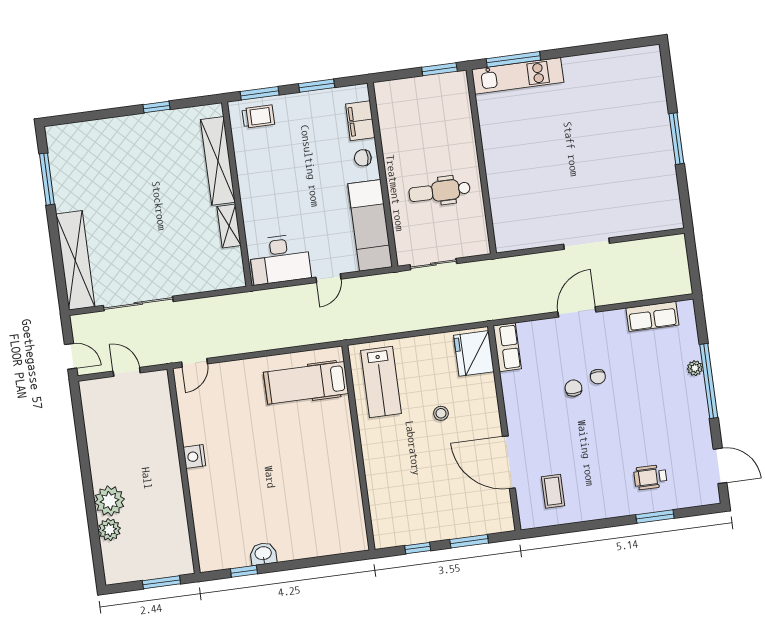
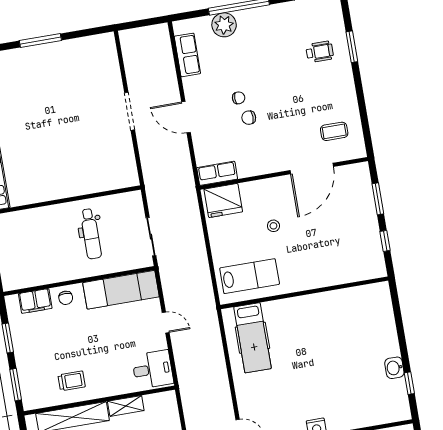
trolley: (258, 117) -> (72, 381), moved, turned 90
desk: (280, 259) -> (153, 369), width x0.73
plant: (695, 368) -> (224, 25), width x1.88, depth x1.88
wheelchair: (650, 477) -> (320, 52), turned -90

